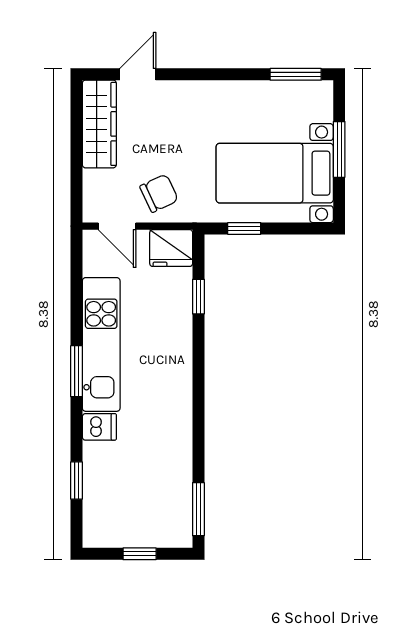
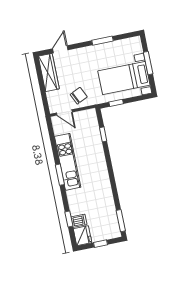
window: (296, 74) -> (103, 41), moved
fridge: (171, 248) -> (83, 236), moved, turned -90
dishwasher: (99, 427) -> (79, 221), moved

